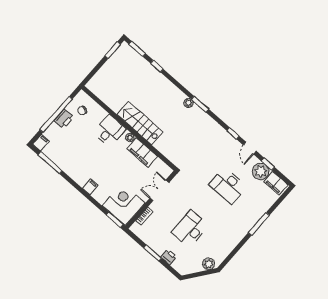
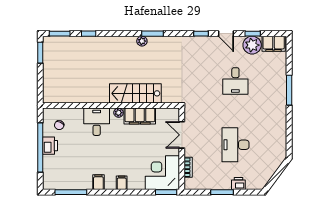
stairs: (140, 123) -> (135, 93), moved
filing cabinet: (41, 143) -> (98, 182), moved
desk: (228, 186) -> (235, 81), width x0.73
plant: (209, 264) -> (277, 160), removed

